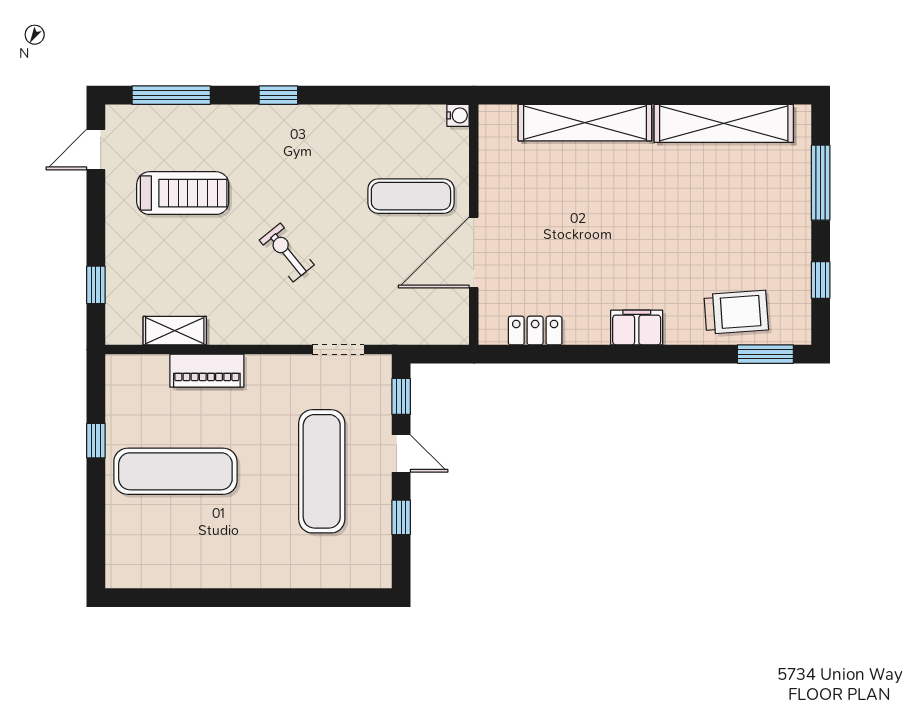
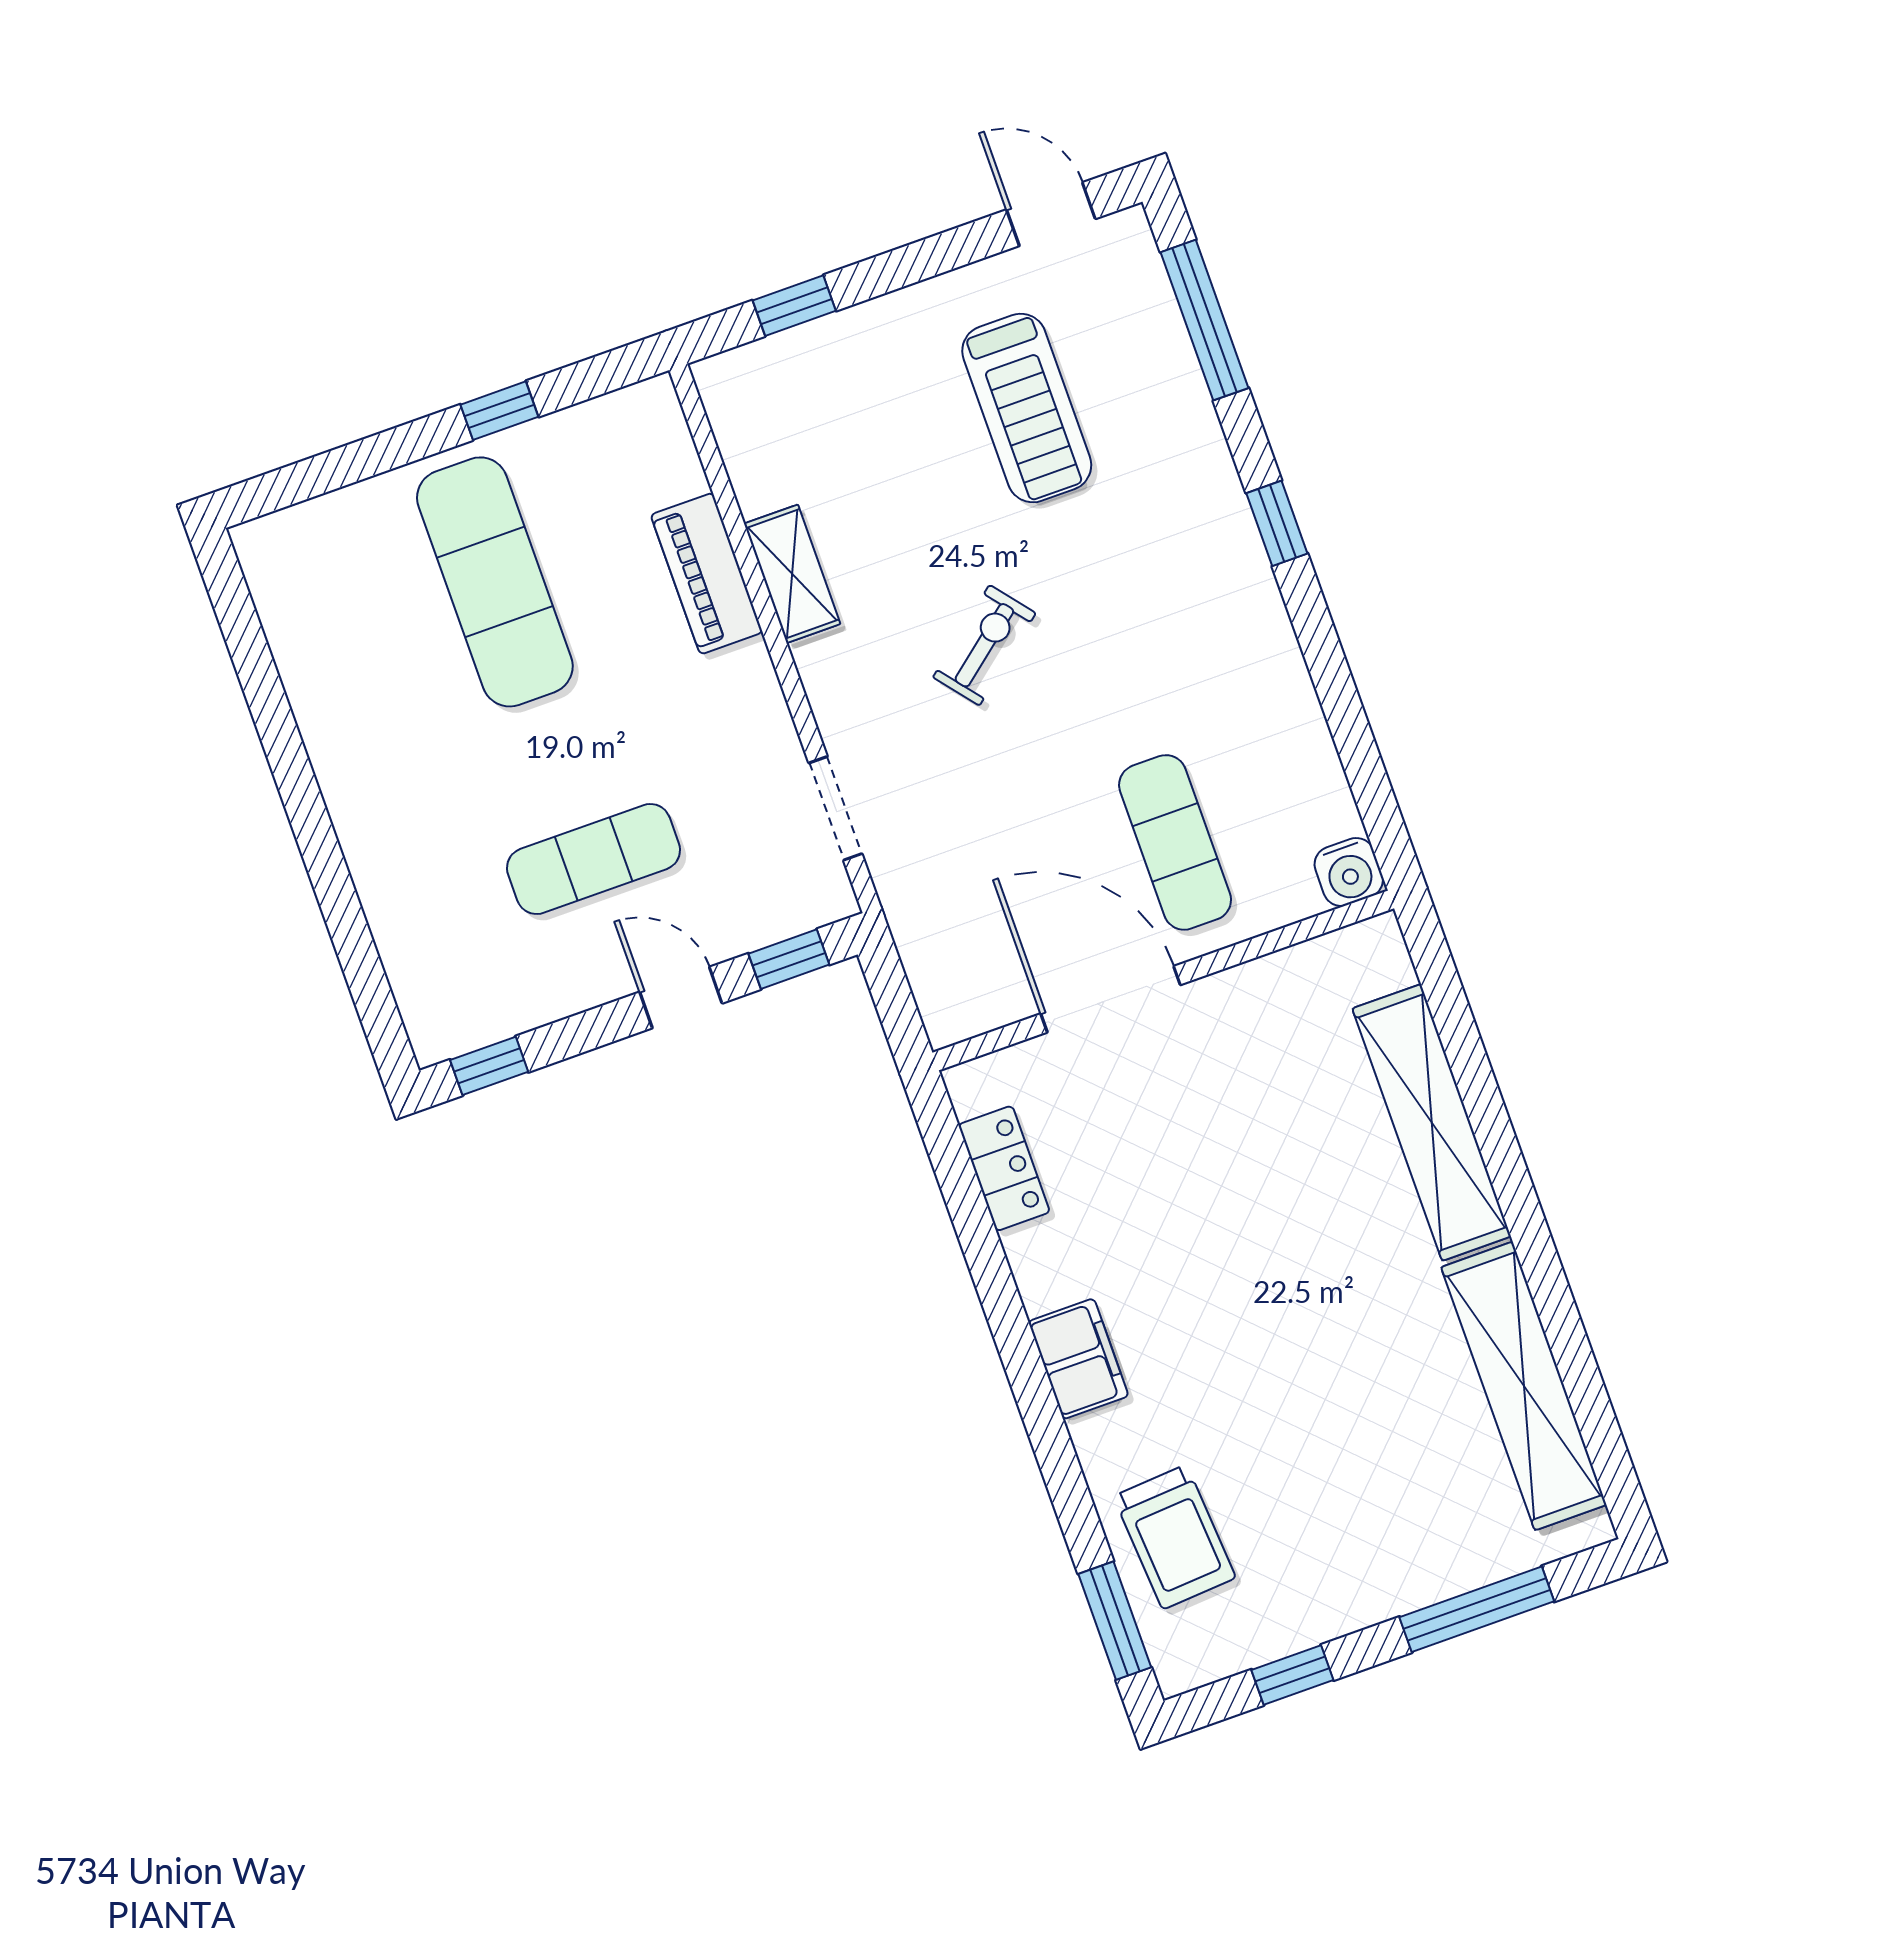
water cooler: (458, 115) -> (1349, 872), width x1.38, depth x1.38
shelving: (175, 331) -> (792, 574), moved
door: (401, 453) -> (681, 998), swing flipped
exercise mat: (322, 471) -> (594, 859), width x0.73, depth x0.69
window: (401, 517) -> (489, 1066), moved

